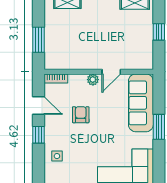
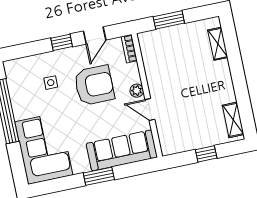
armchair: (81, 115) -> (94, 85), width x1.88, depth x1.88
side table: (57, 156) -> (51, 83), moved

